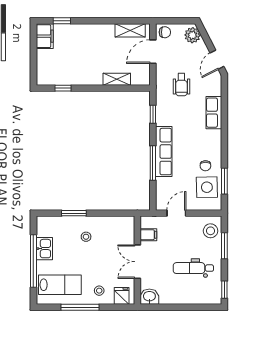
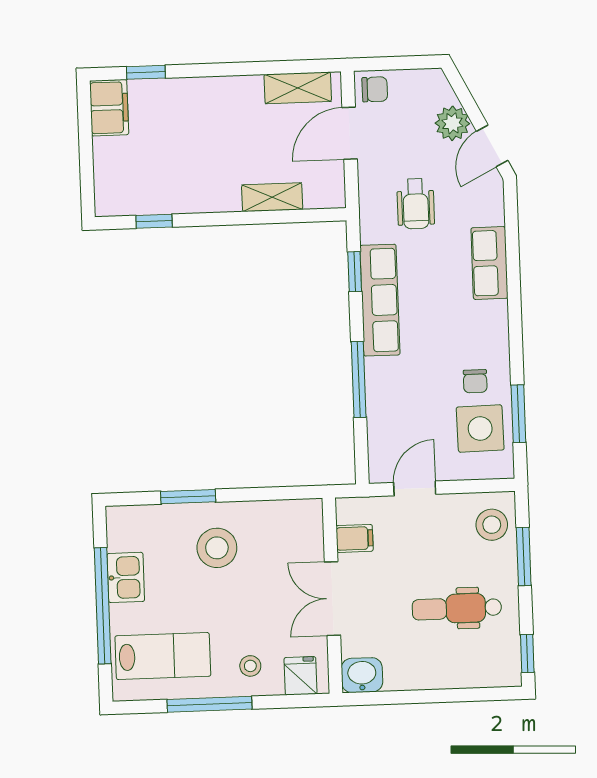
plant: (192, 35) -> (452, 123), moved
row of seats: (164, 152) -> (380, 300), moved
stool: (86, 237) -> (217, 548), width x1.89, depth x1.89

